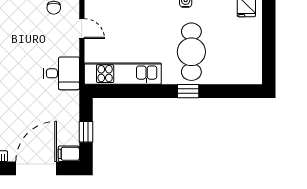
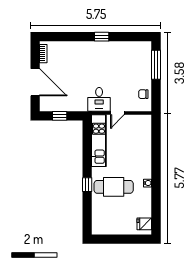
door: (82, 29) -> (117, 113), moved
filing cabinet: (69, 154) -> (45, 104), removed

